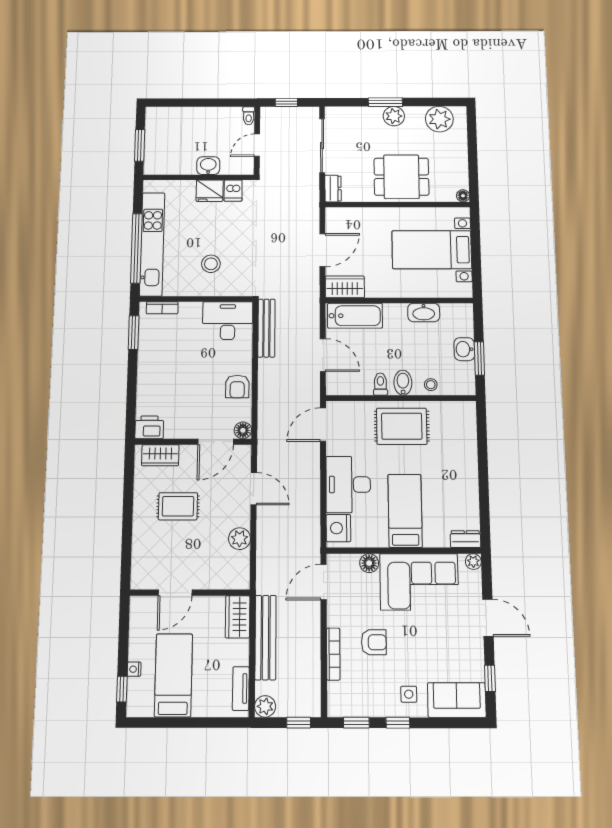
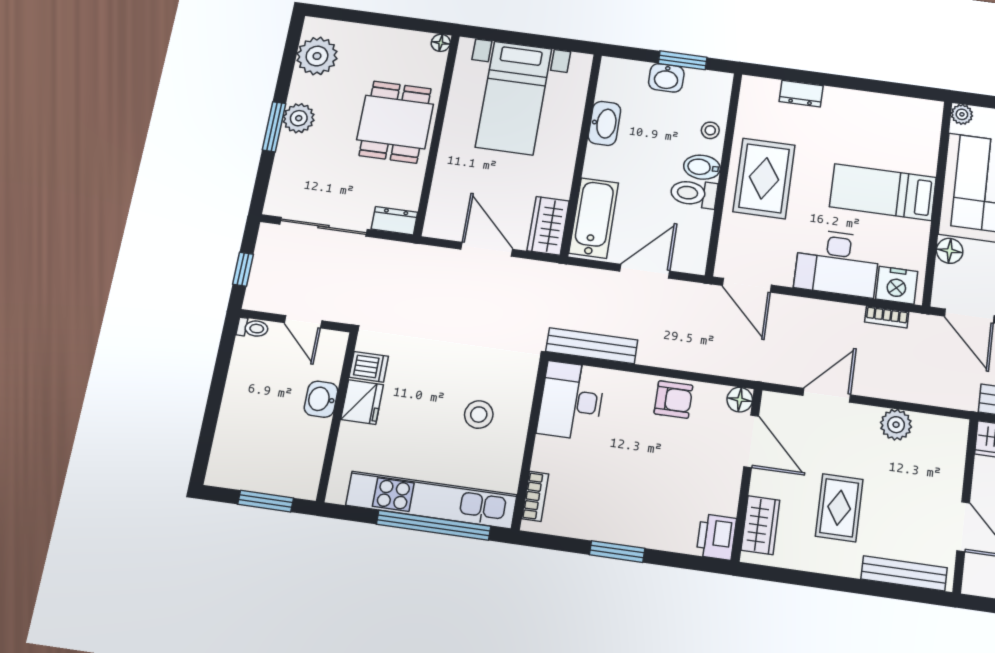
window: (134, 333) -> (617, 552), moved
toilet: (380, 384) -> (694, 193), width x1.37, depth x1.39
bookcase: (315, 524) -> (887, 317), added
dresser: (465, 539) -> (801, 93), moved, turned -90
bench: (139, 555) -> (904, 573), added

